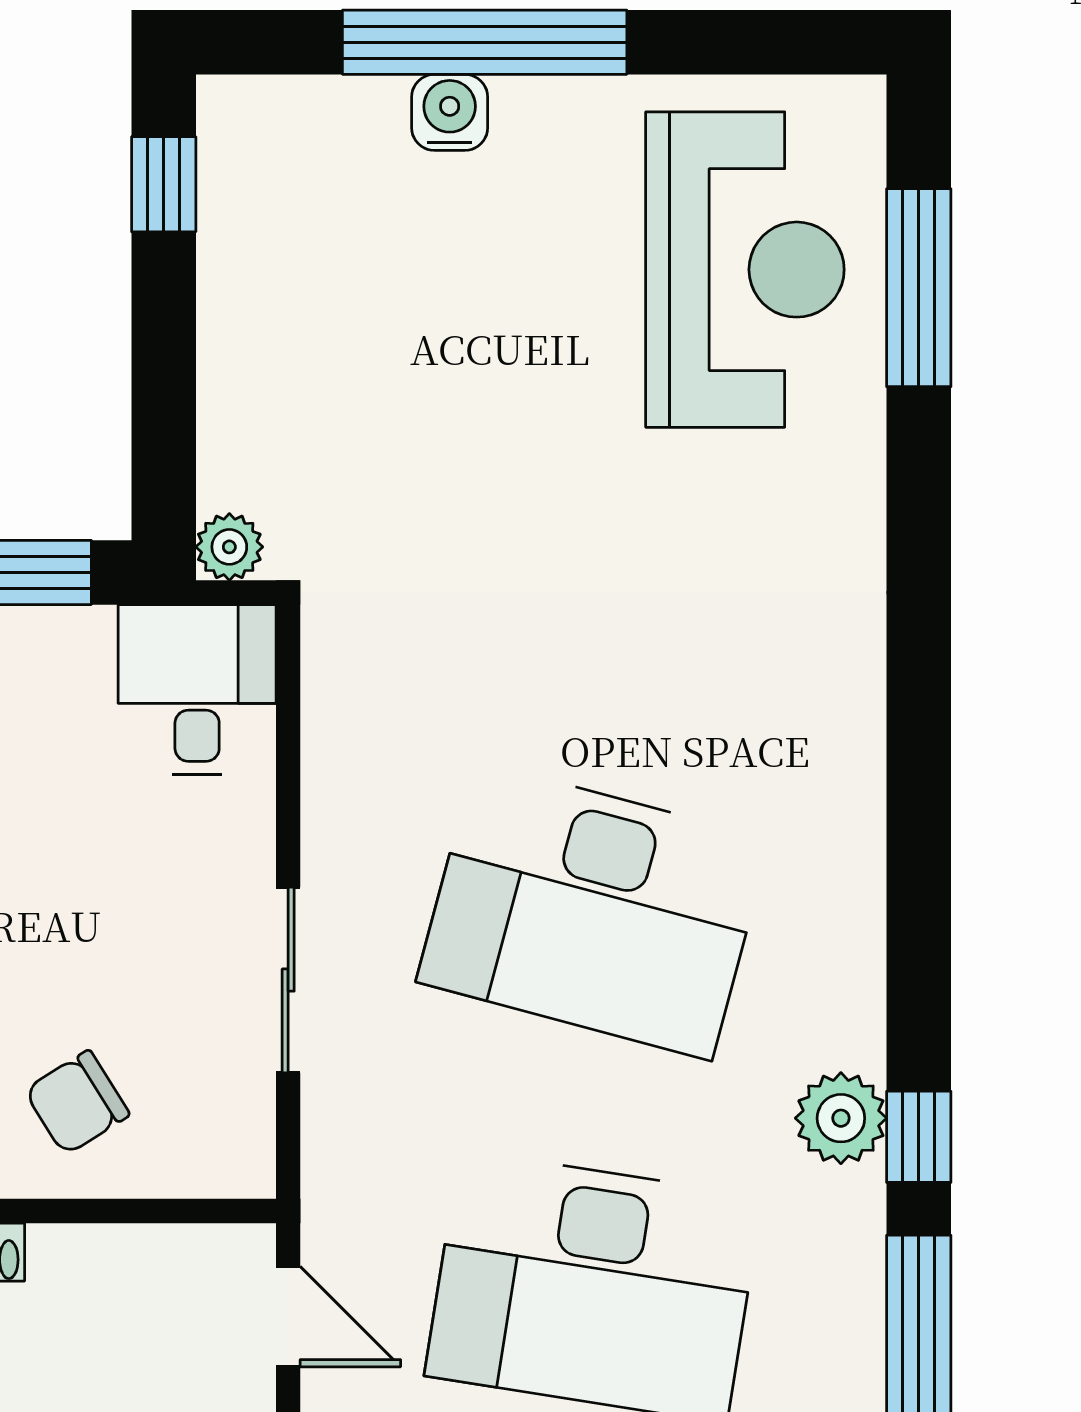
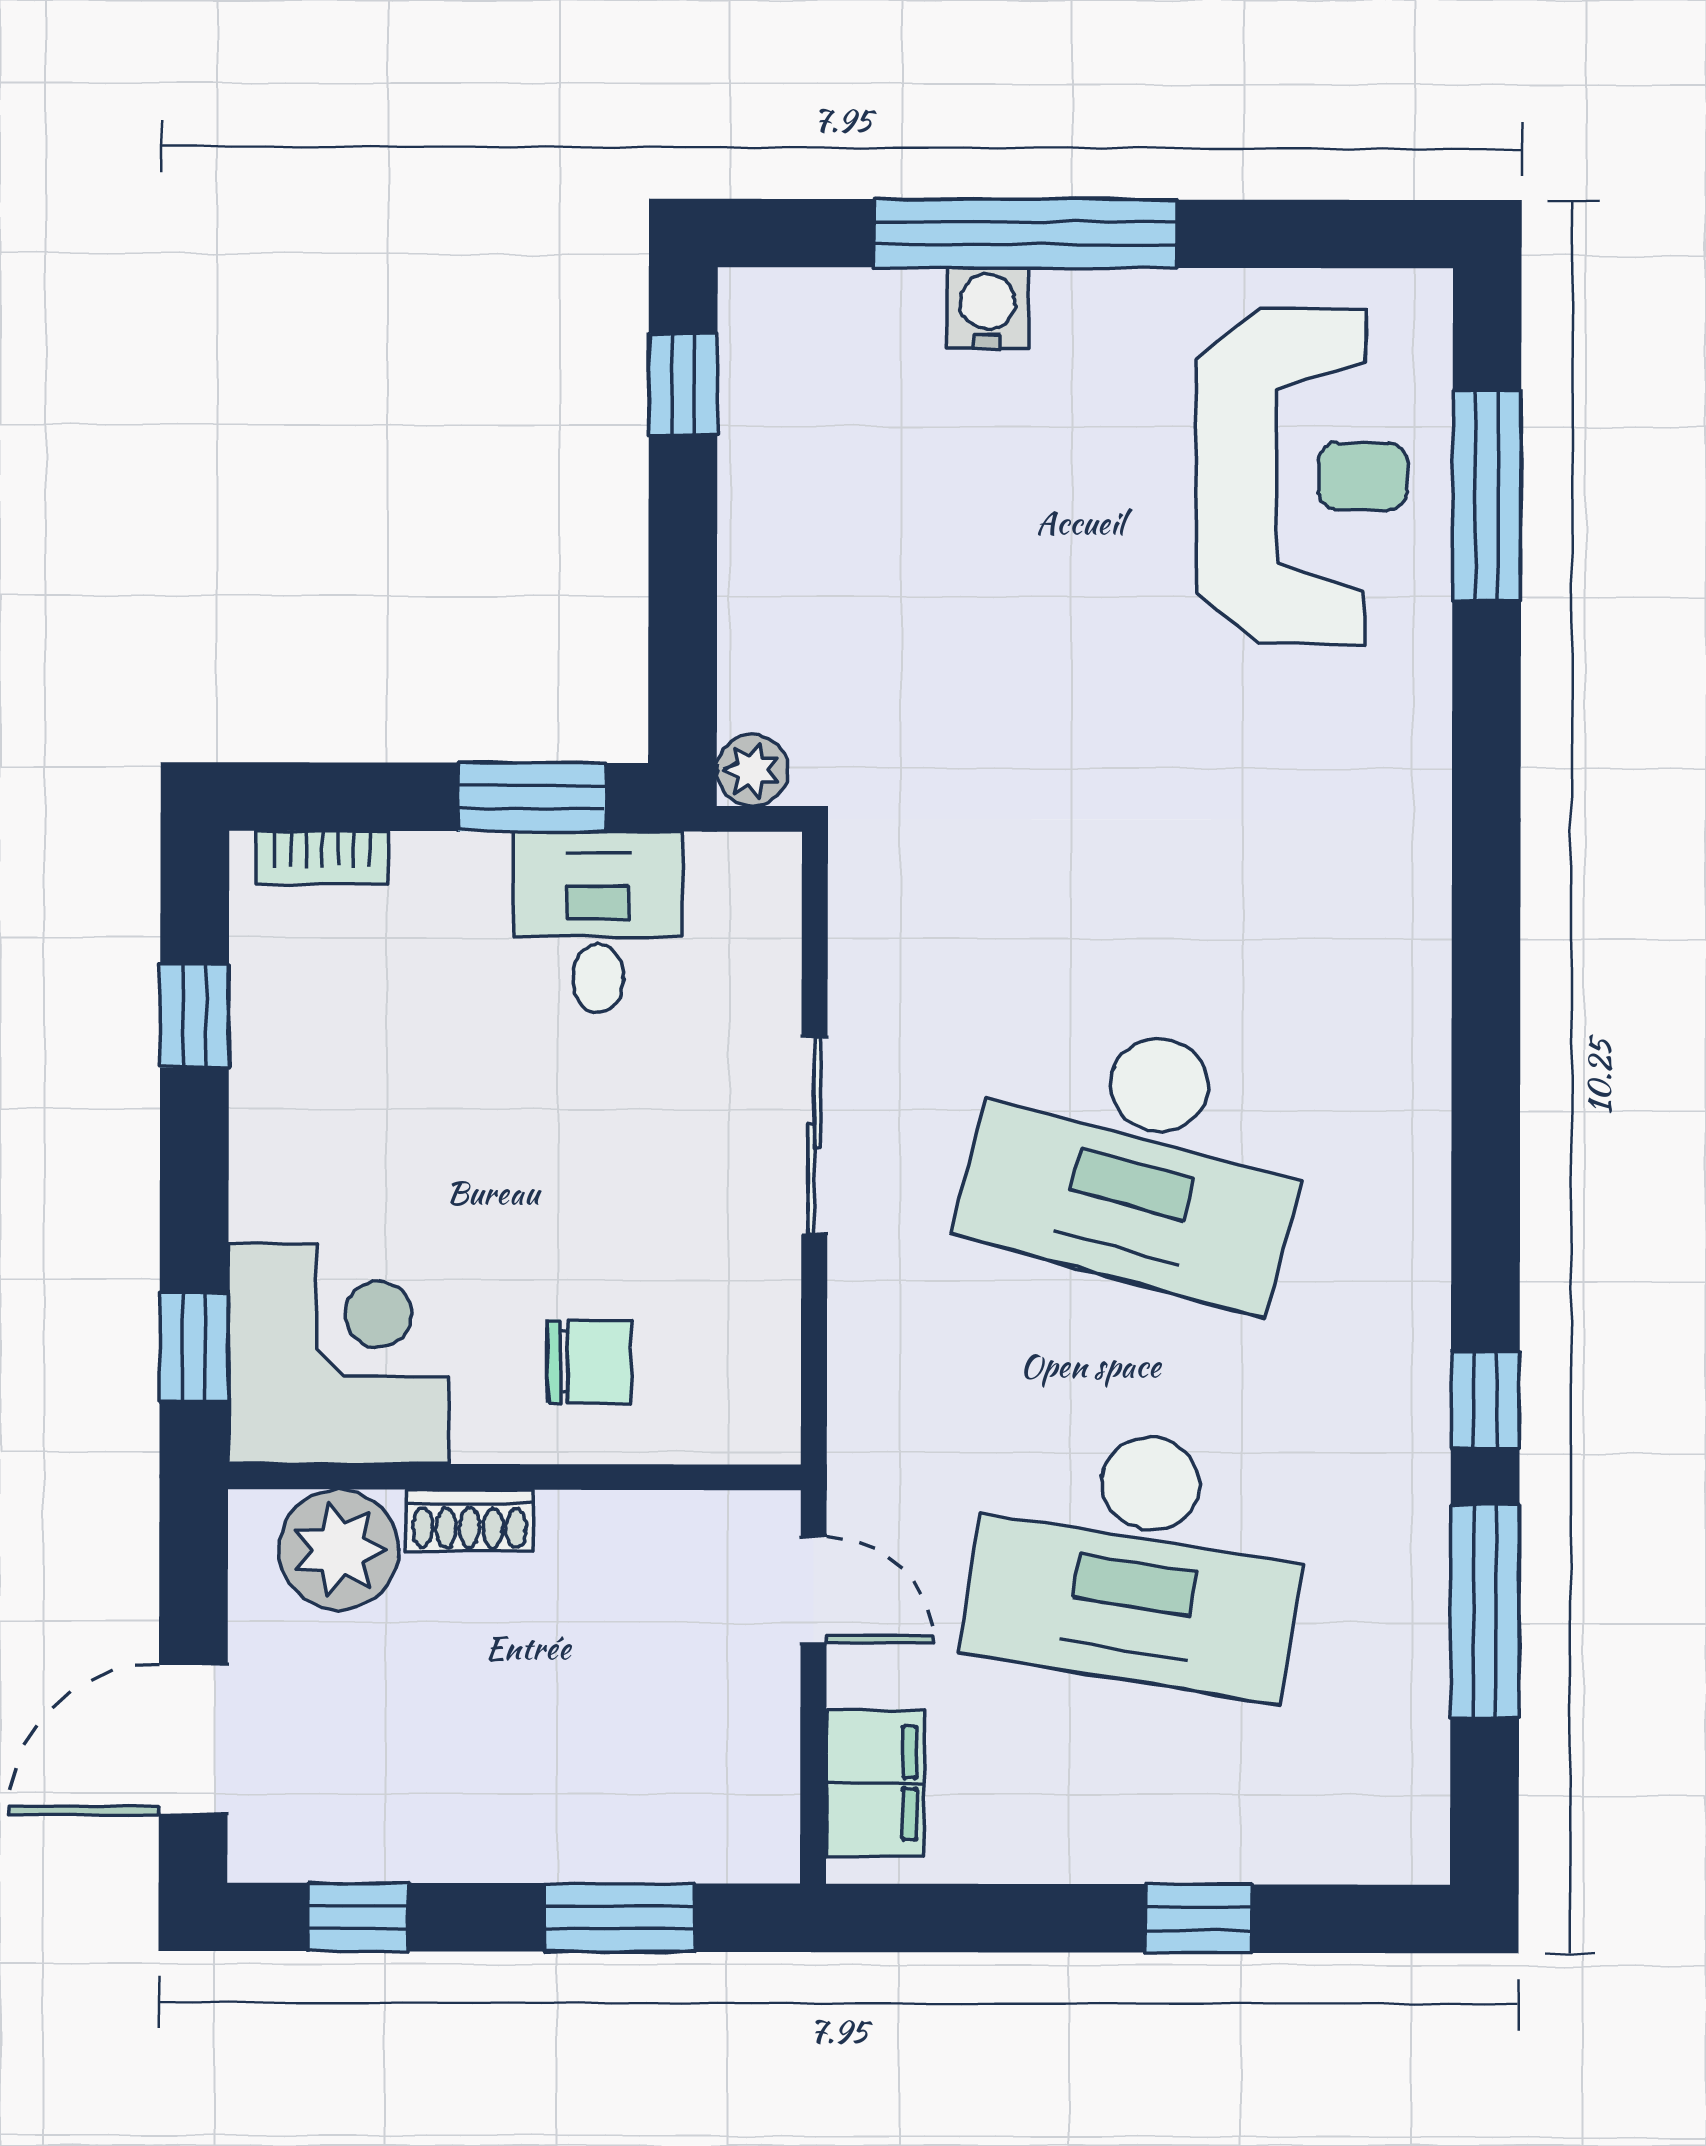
desk: (197, 690) -> (598, 922), moved
sliding door: (288, 980) -> (814, 1136), moved
chair: (77, 1103) -> (589, 1362), turned -148
plant: (841, 1118) -> (1402, 1380), removed

